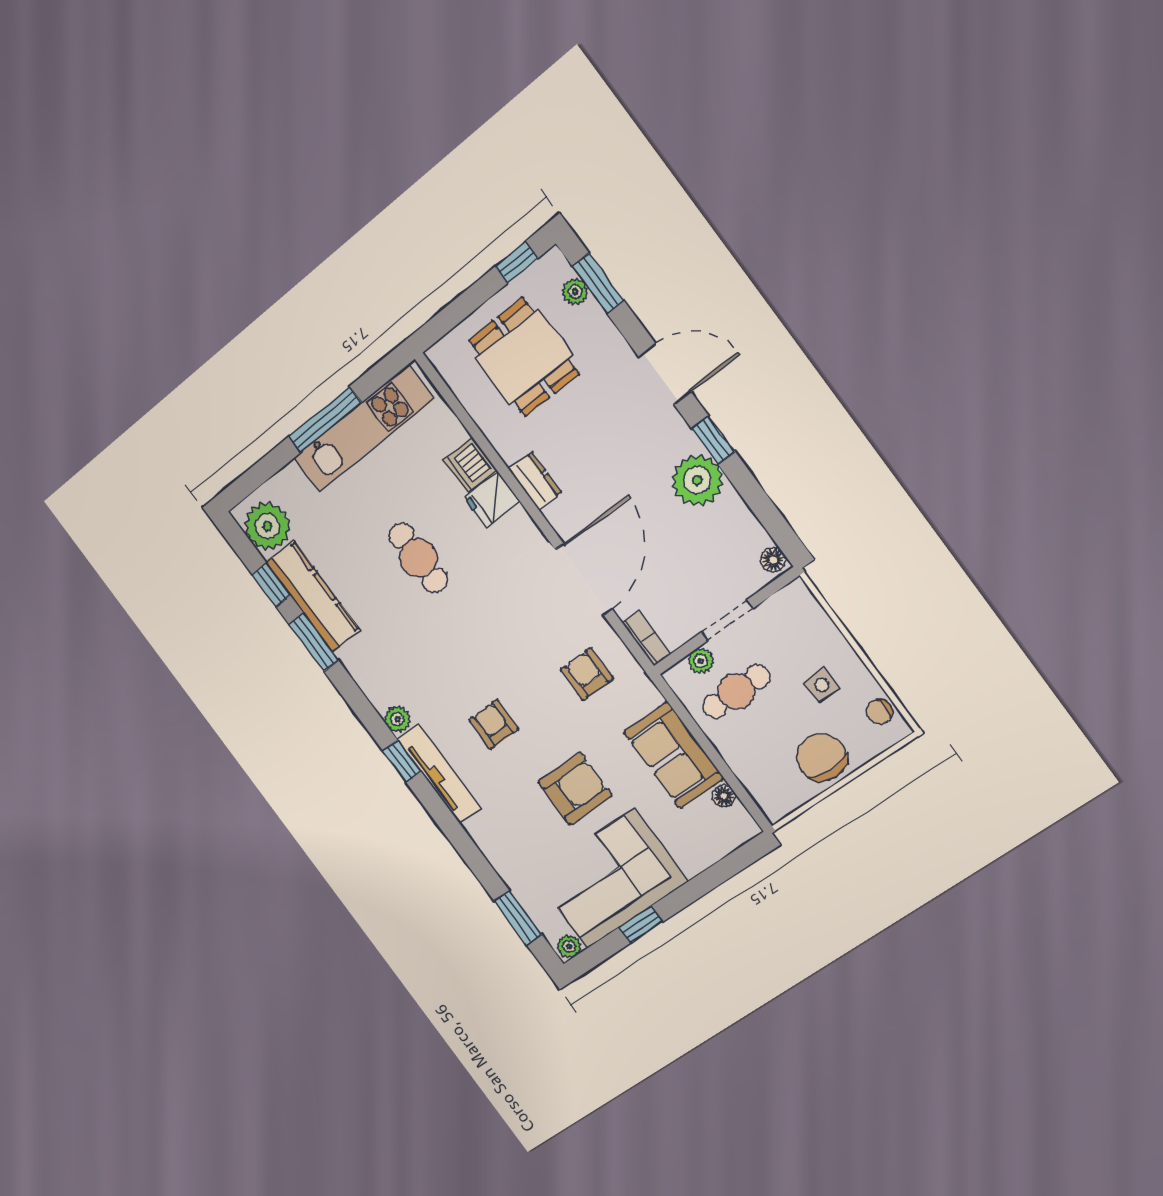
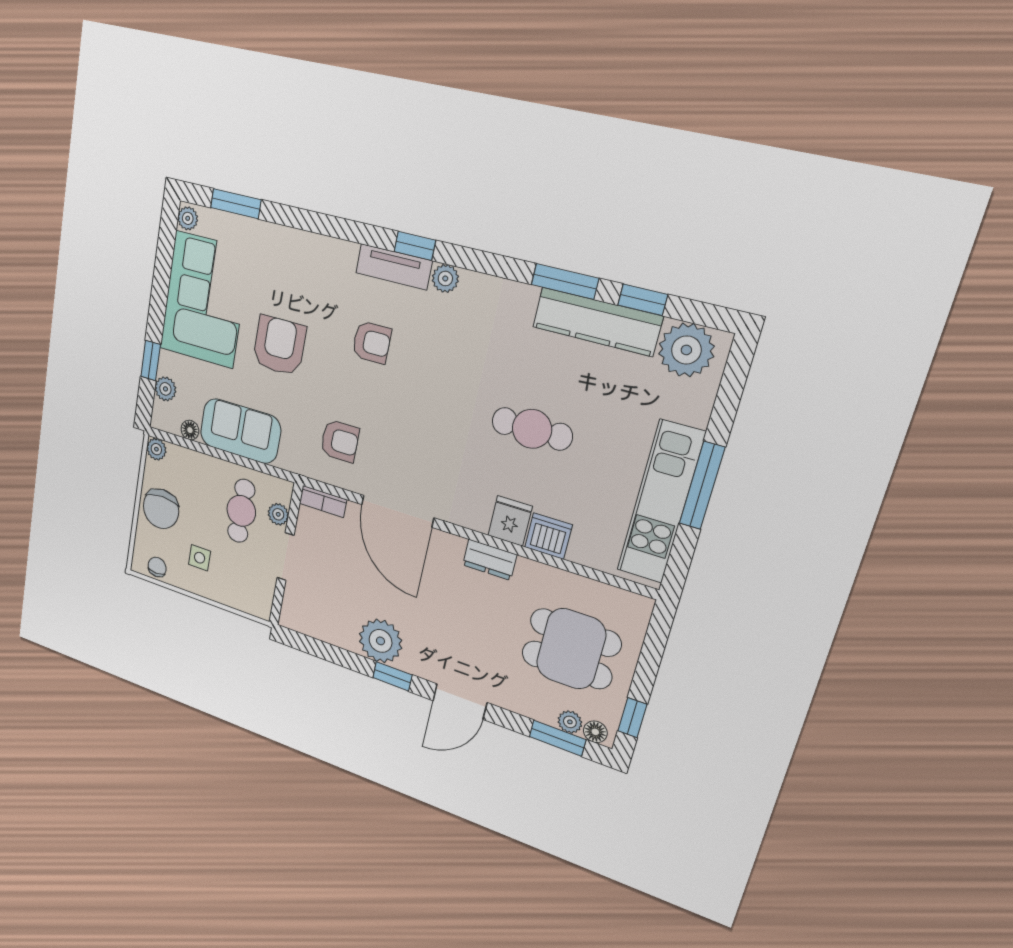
floor lamp: (773, 560) -> (595, 732), moved
chair: (822, 757) -> (161, 509), turned 90
tv unit: (439, 774) -> (394, 267), width x0.71
armchair: (575, 789) -> (279, 346), turned 180
plant: (775, 809) -> (156, 449), added
plant: (716, 847) -> (165, 389), added
window: (641, 925) -> (151, 360), moved

